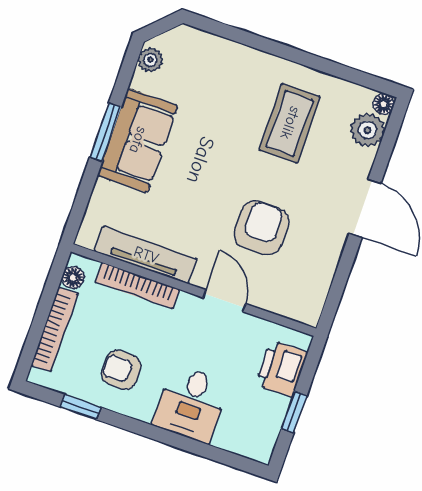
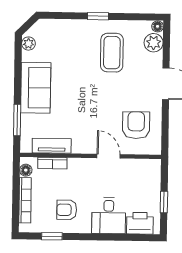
window: (286, 52) -> (98, 16), added
window: (105, 132) -> (17, 120), moved
armchair: (261, 228) -> (136, 125), moved
tv unit: (146, 255) -> (52, 146), width x0.71
bookcase: (137, 286) -> (52, 163), width x0.64
printer: (282, 369) -> (140, 223), moved, turned 90

